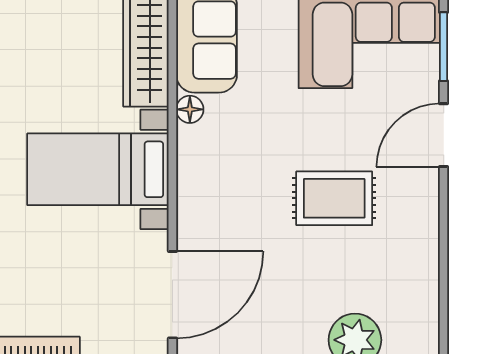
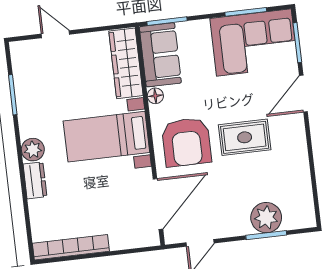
armchair: (234, 195) -> (186, 142), added

